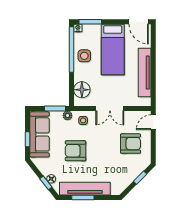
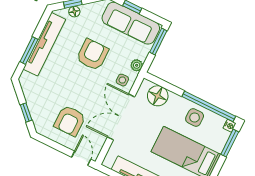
window: (55, 108) -> (158, 42), moved
double door: (110, 108) -> (121, 117), width x1.37
window: (83, 197) -> (29, 50), moved

